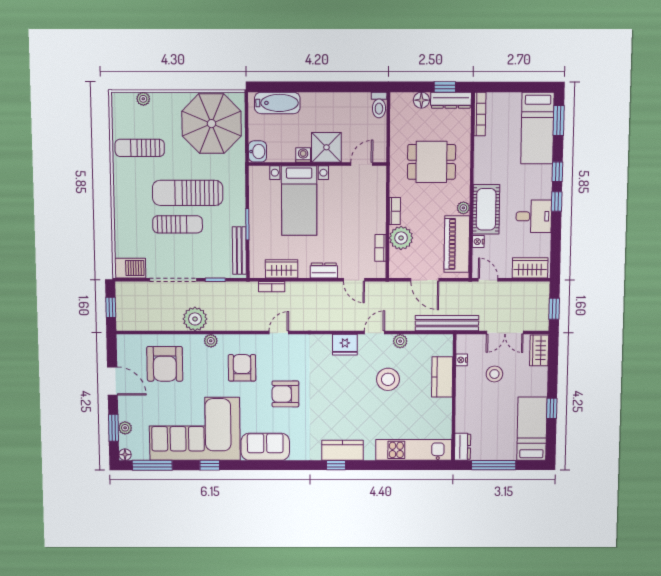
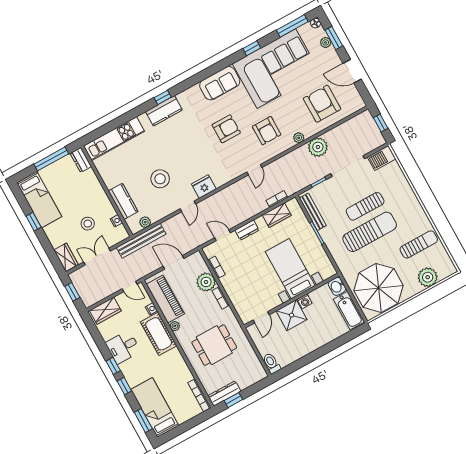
plant: (143, 99) -> (428, 277), width x1.87, depth x1.87
floor lamp: (421, 100) -> (244, 382), removed
bathtub: (277, 103) -> (349, 311), moved, turned -90
plant: (400, 341) -> (145, 222), moved

